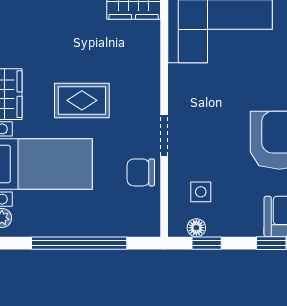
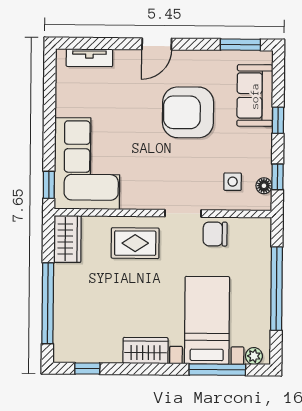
rug: (82, 100) -> (135, 243), moved, turned 90
chair: (141, 172) -> (215, 234), turned 90

